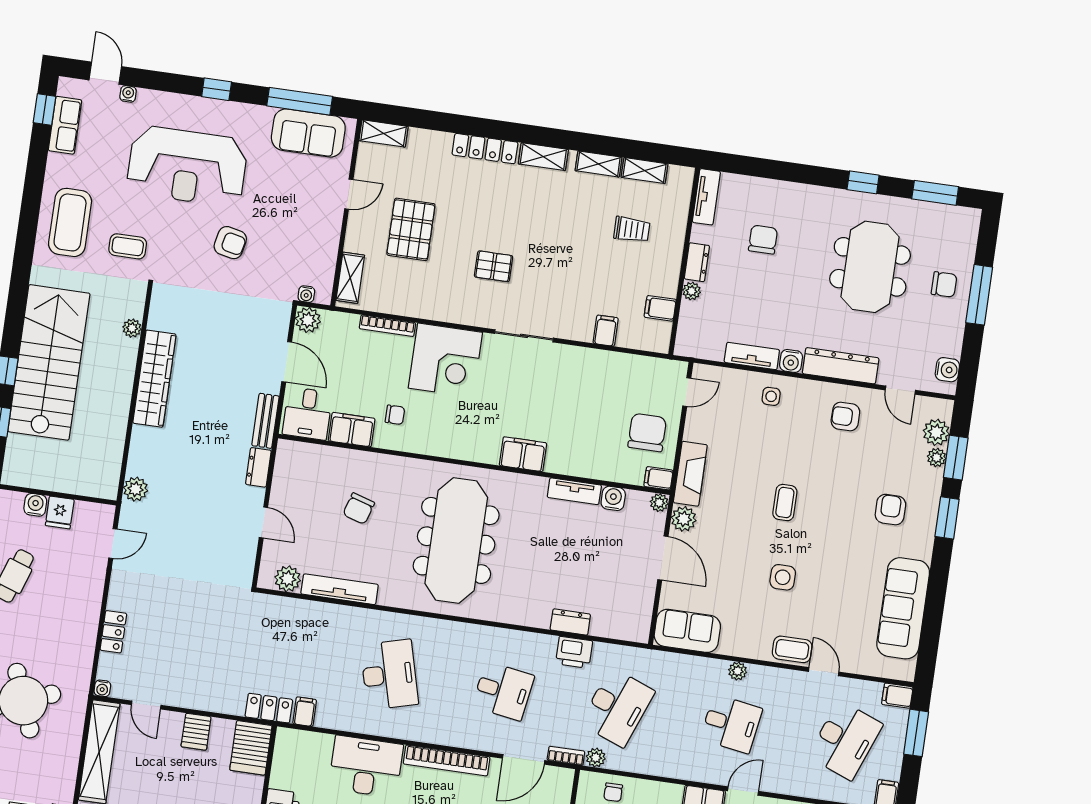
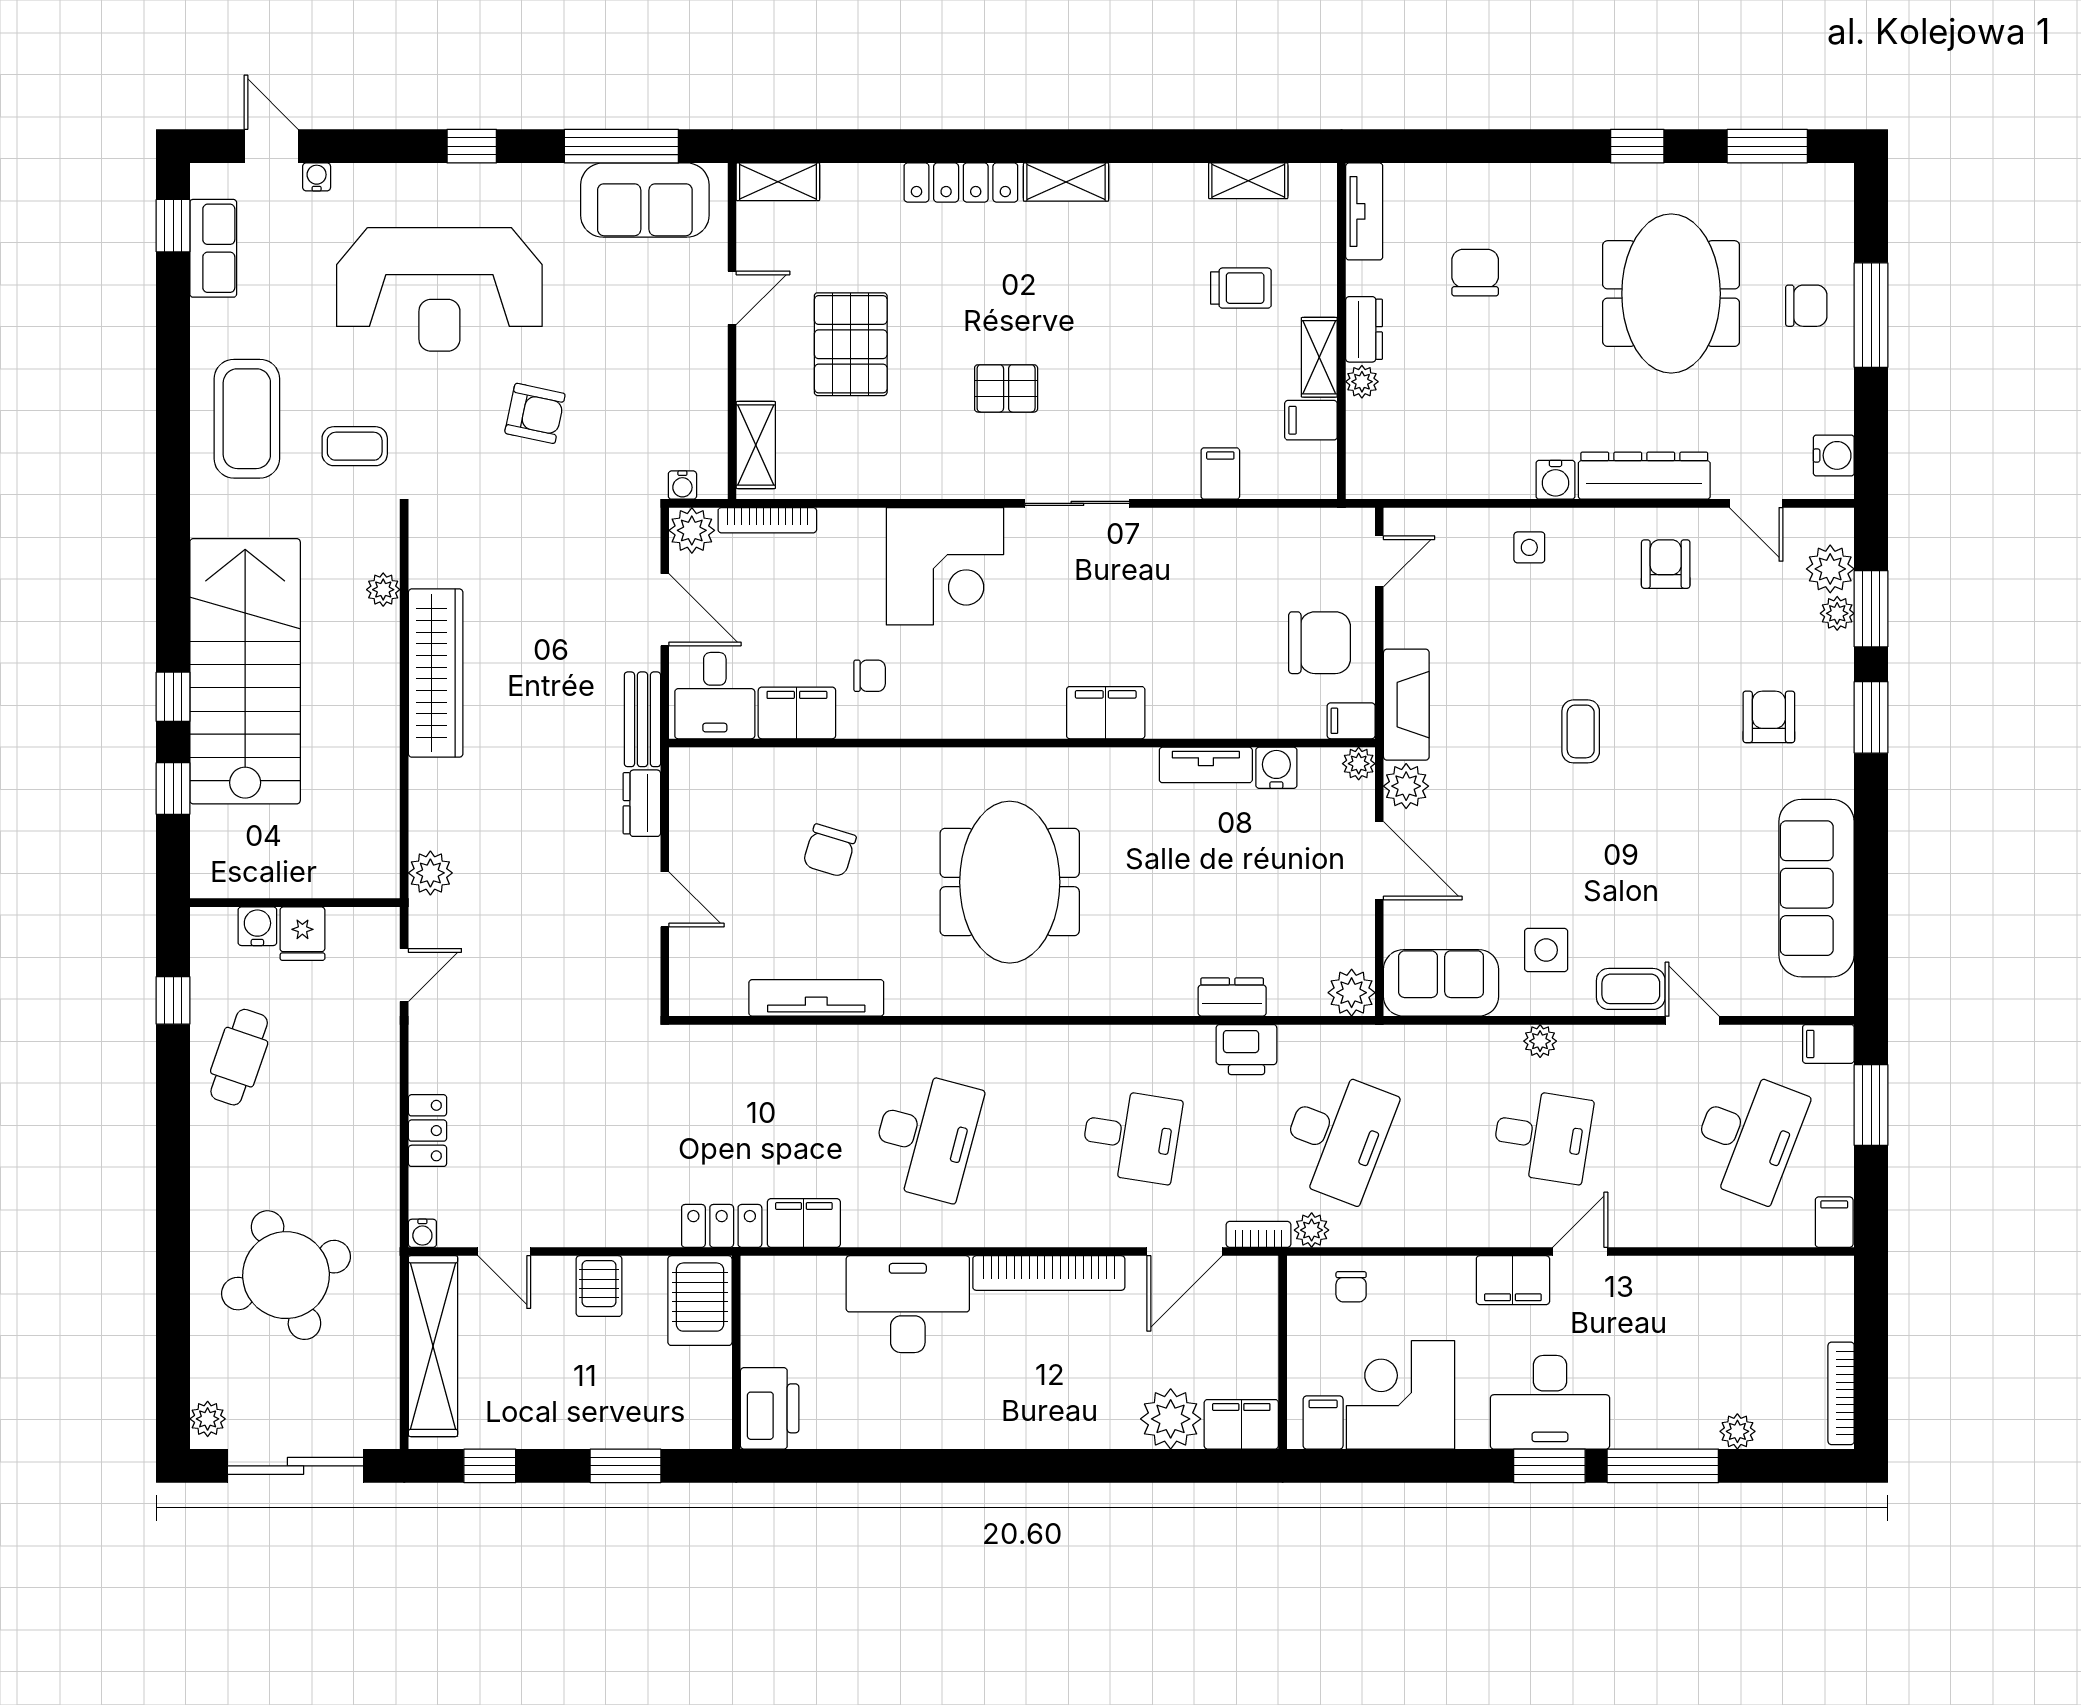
shelving: (599, 164) -> (1319, 357), moved, turned 90
bookcase: (387, 326) -> (767, 520), moved
tv unit: (752, 356) -> (1485, 481), removed
armchair: (845, 417) -> (1666, 564), turned 90
chair: (647, 432) -> (1320, 643), turned 90
meeting table: (456, 540) -> (1010, 882), width x0.73
side table: (783, 577) -> (1546, 950), moved
plant: (288, 579) -> (1352, 993), moved
desk: (389, 675) -> (926, 1136), turned 30
filing cabinet: (305, 712) -> (804, 1223), width x2.00

